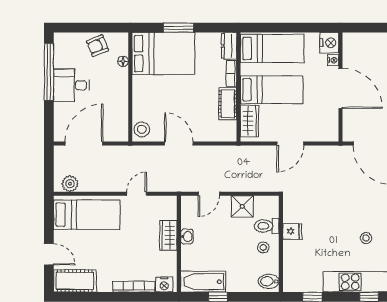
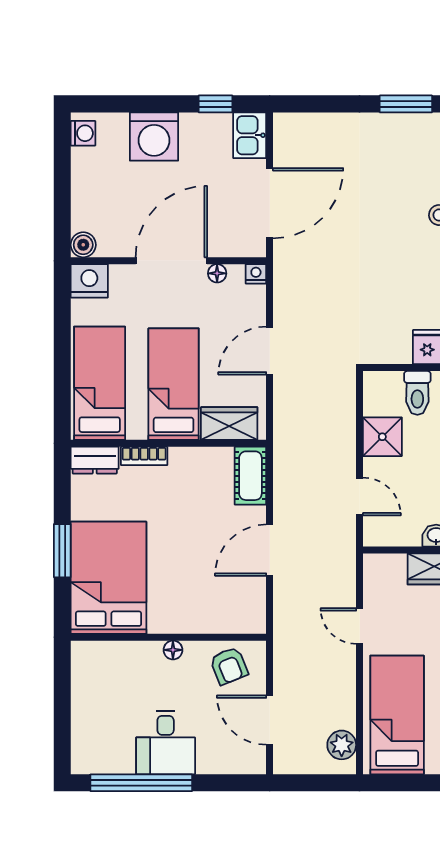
boiler: (349, 39) -> (83, 245), added
armchair: (97, 46) -> (229, 666), moved
nightstand: (333, 60) -> (256, 274), moved
floor lamp: (123, 61) -> (173, 650), moved
cot: (228, 104) -> (250, 476), moved, turned 90
floor lamp: (333, 114) -> (217, 273), added
stool: (142, 129) -> (244, 617), removed
door: (84, 143) -> (270, 720), width x0.73
door: (290, 143) -> (270, 351), swing flipped

